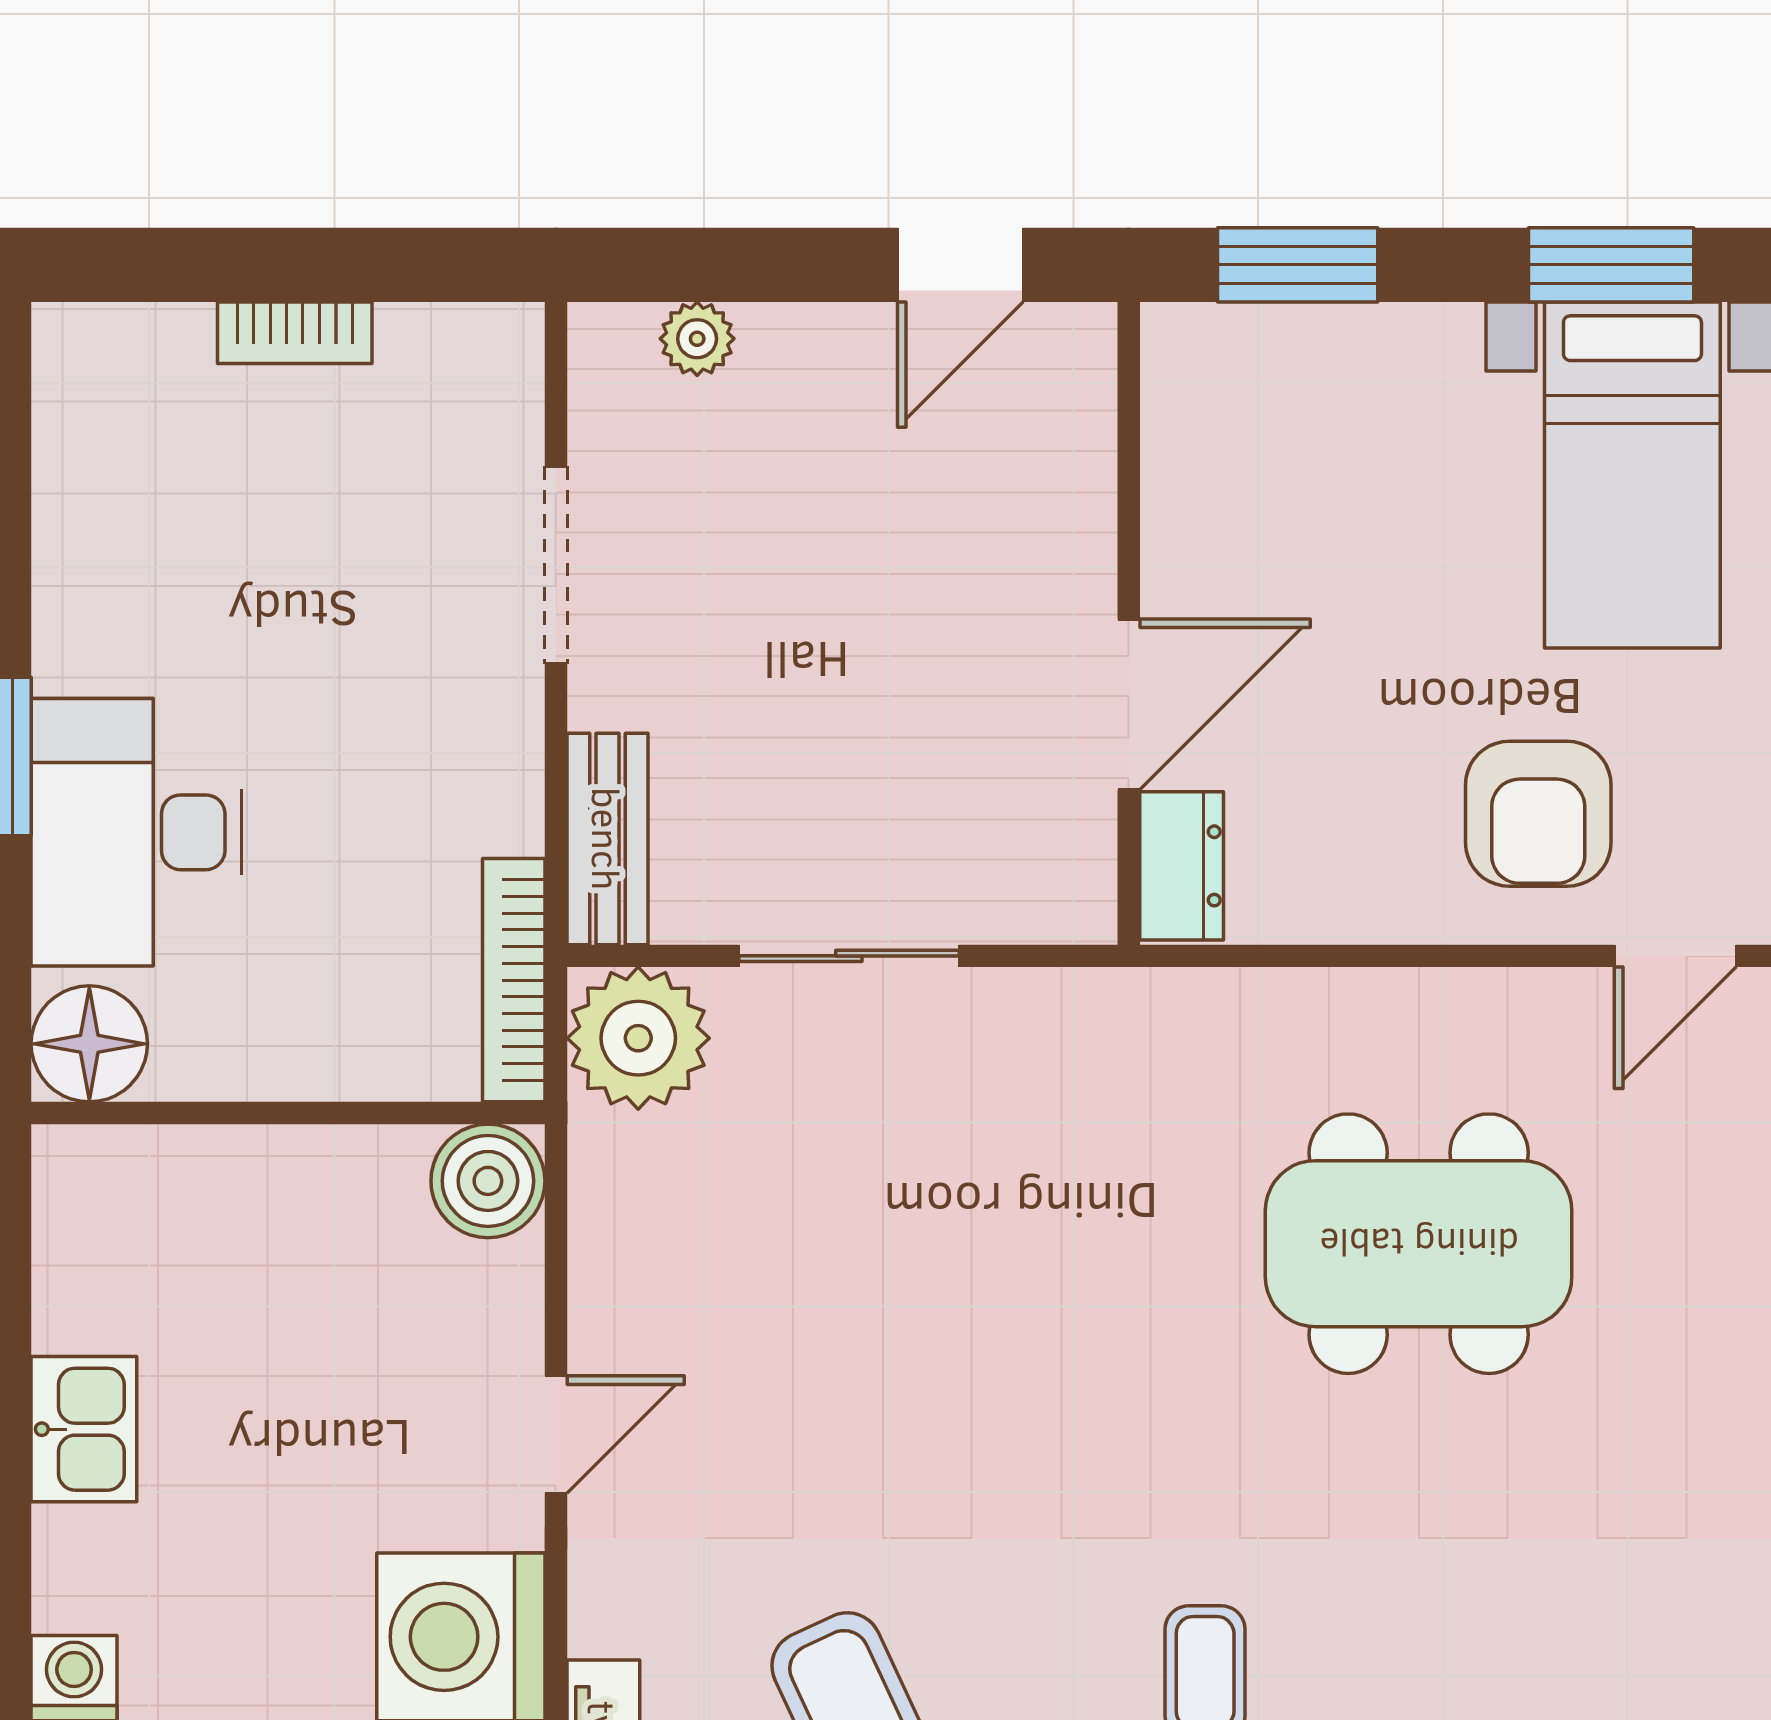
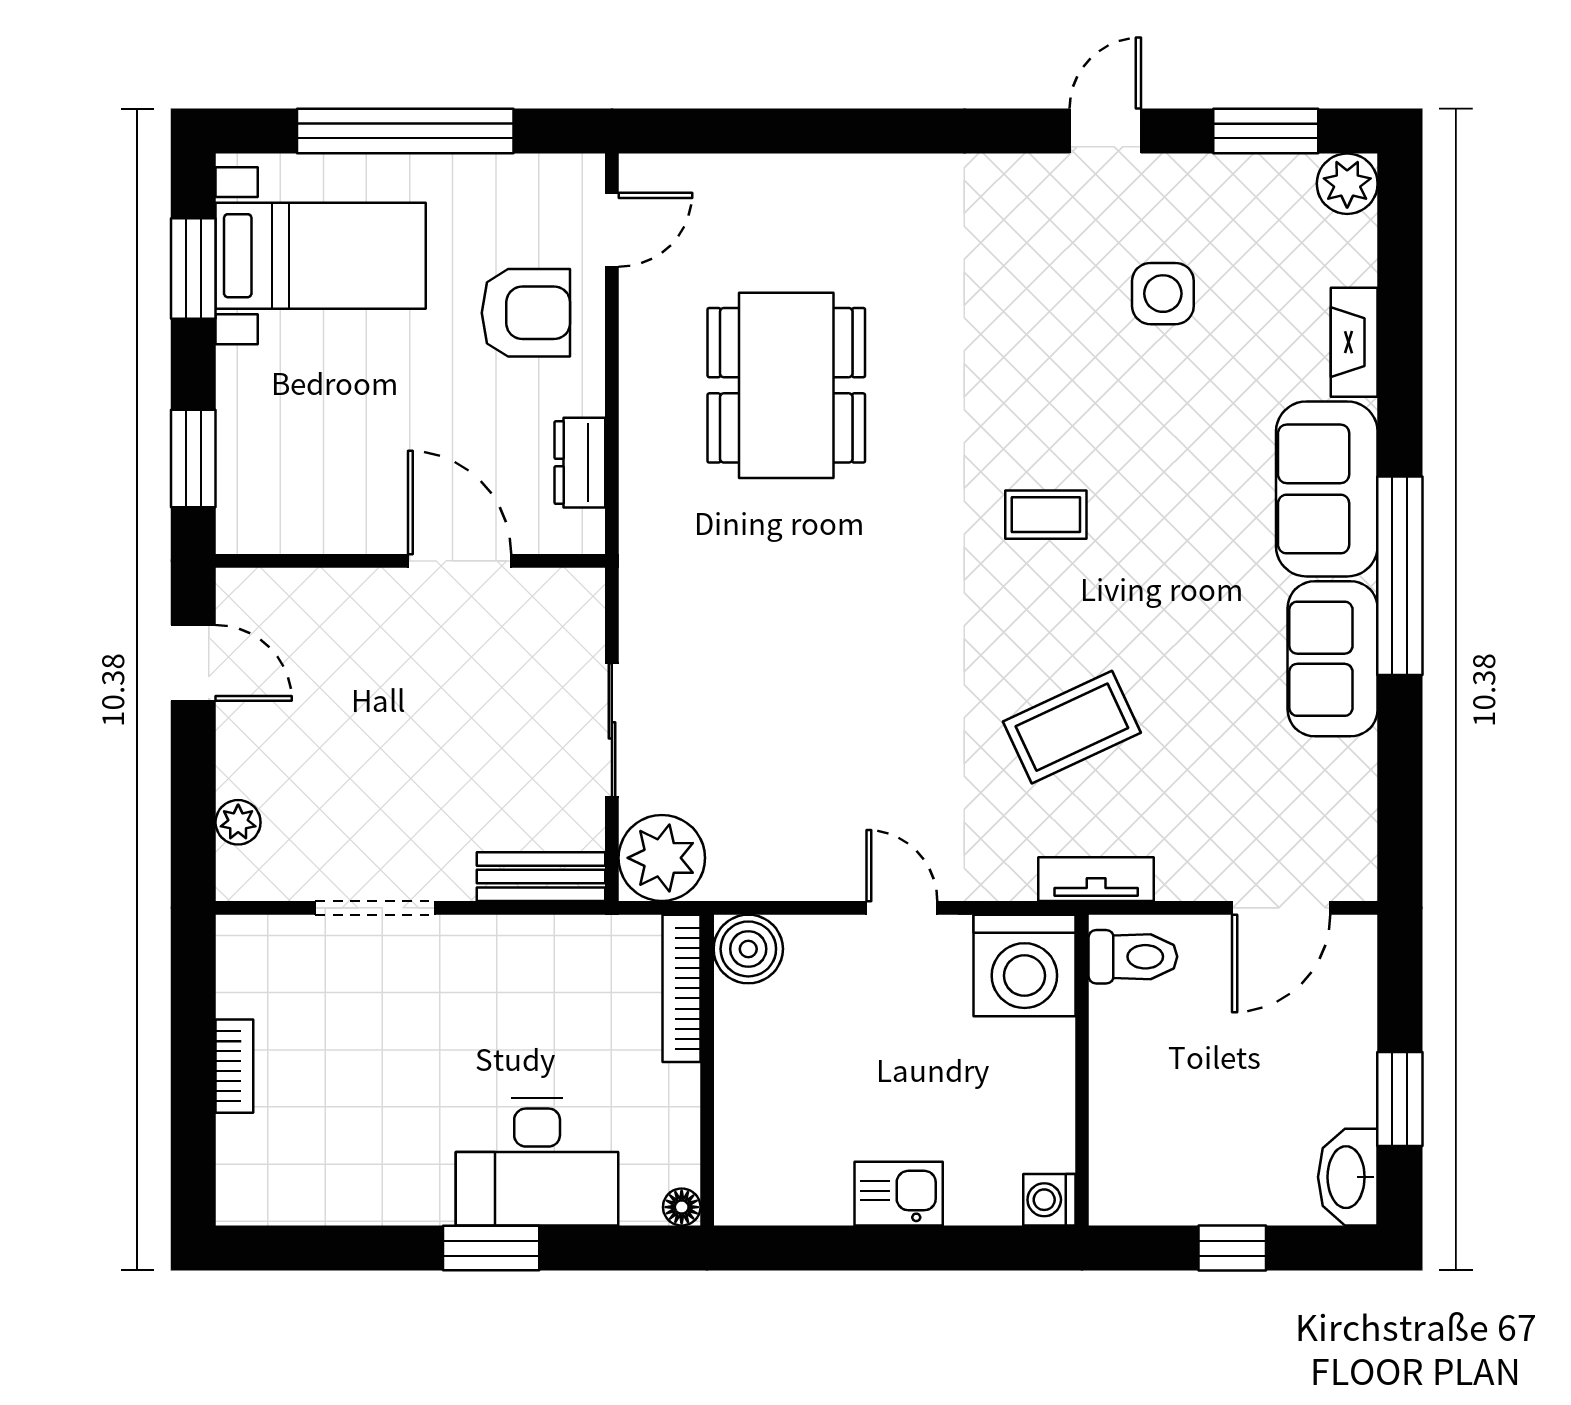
dresser: (1182, 866) -> (580, 463), moved, turned -90
door: (1675, 956) -> (612, 230), hinge flipped
bookcase: (514, 980) -> (681, 988), moved, turned 90
floor lamp: (89, 1044) -> (682, 1207), width x0.53, depth x0.53

